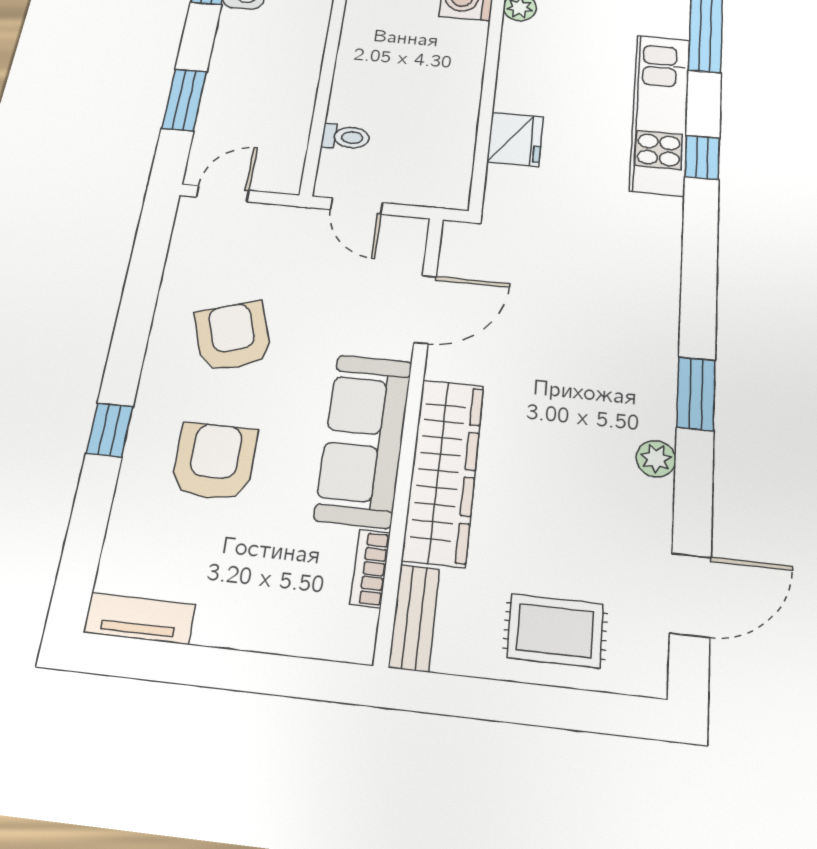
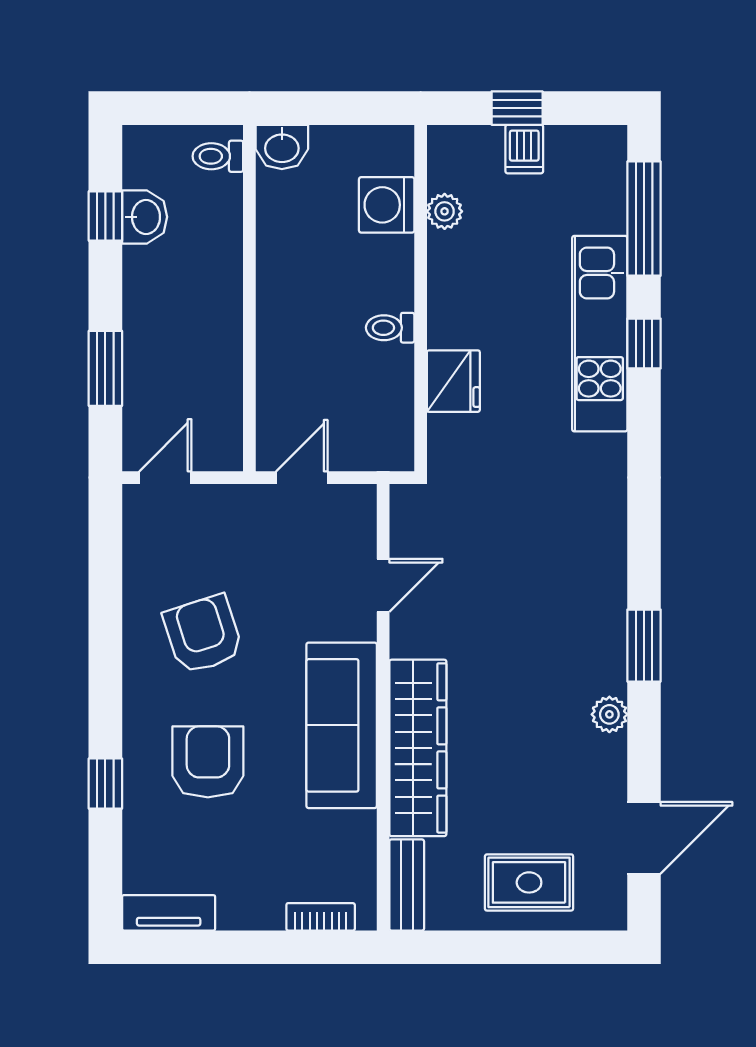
toilet: (346, 137) -> (390, 328), moved, turned 180
window: (702, 157) -> (644, 343), moved
door: (356, 206) -> (302, 478), swing flipped
door: (425, 309) -> (383, 585), width x0.73
window: (109, 430) -> (105, 784), moved
bookcase: (370, 568) -> (321, 917), moved, turned 90

